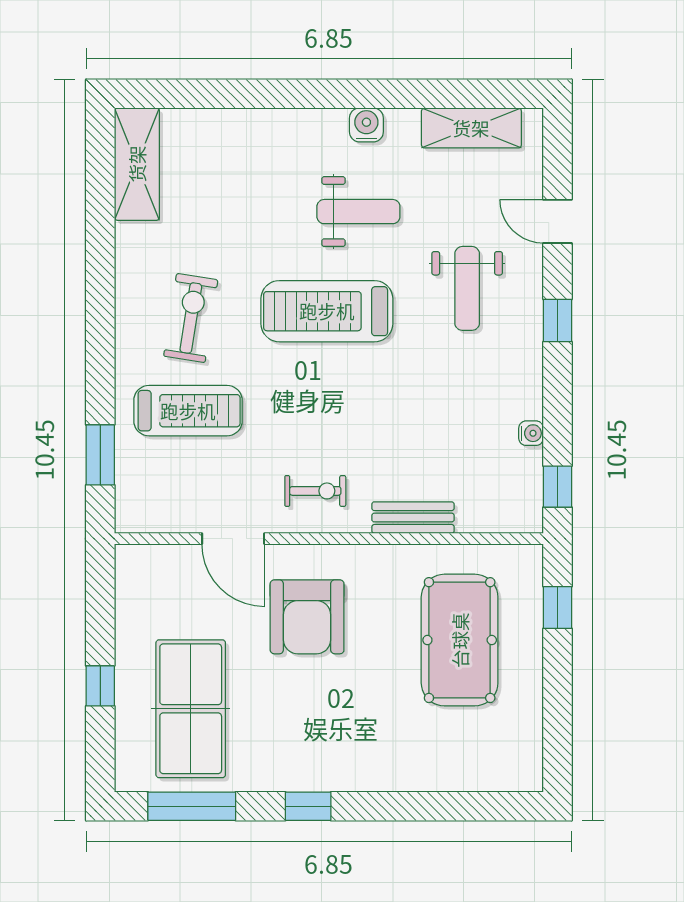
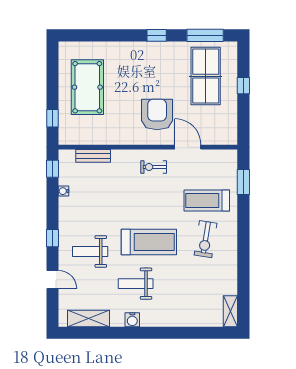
shelving: (137, 164) -> (230, 311), width x0.67, depth x0.75
weight bench: (467, 288) -> (90, 252), turned -90
bench: (413, 518) -> (93, 156), moved
pool table: (460, 640) -> (87, 87), moved

